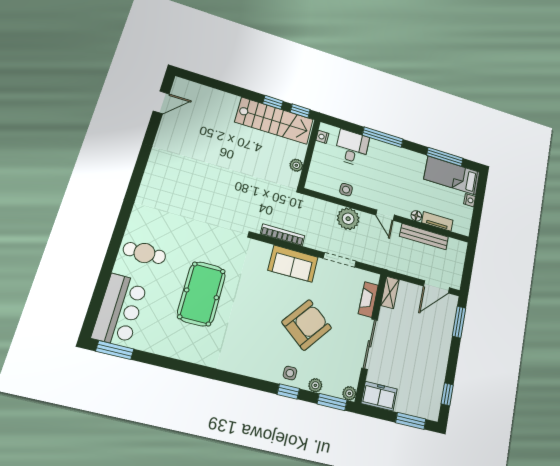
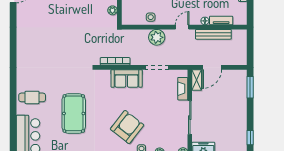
door: (385, 215) -> (182, 27), swing flipped
door: (436, 287) -> (212, 67), moved
armchair: (307, 325) -> (127, 127), moved

